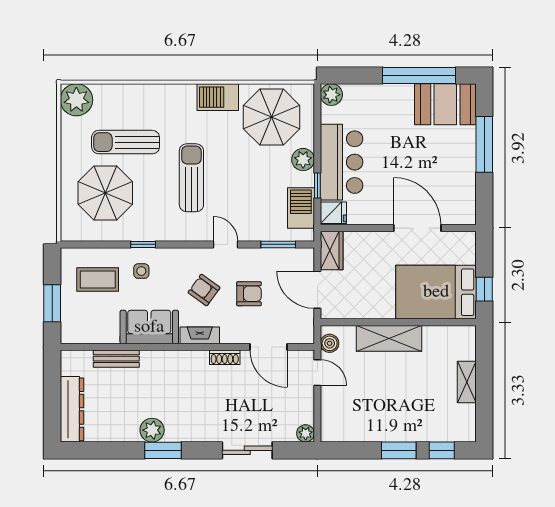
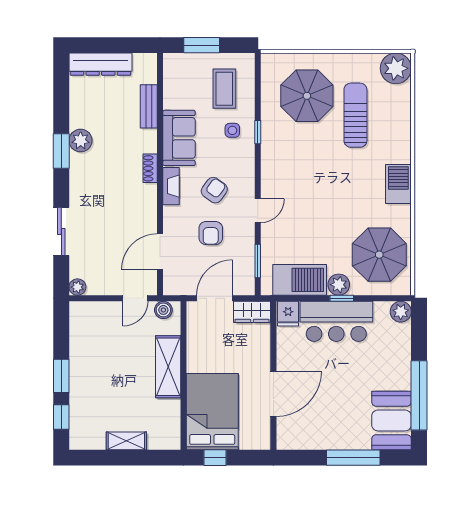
barbecue: (218, 97) -> (398, 184), moved
sun lounger: (191, 178) -> (321, 178), removed
window: (317, 186) -> (342, 298), moved
barbecue: (301, 208) -> (300, 280), width x1.37, depth x1.21
shoe rack: (225, 357) -> (150, 168), moved

